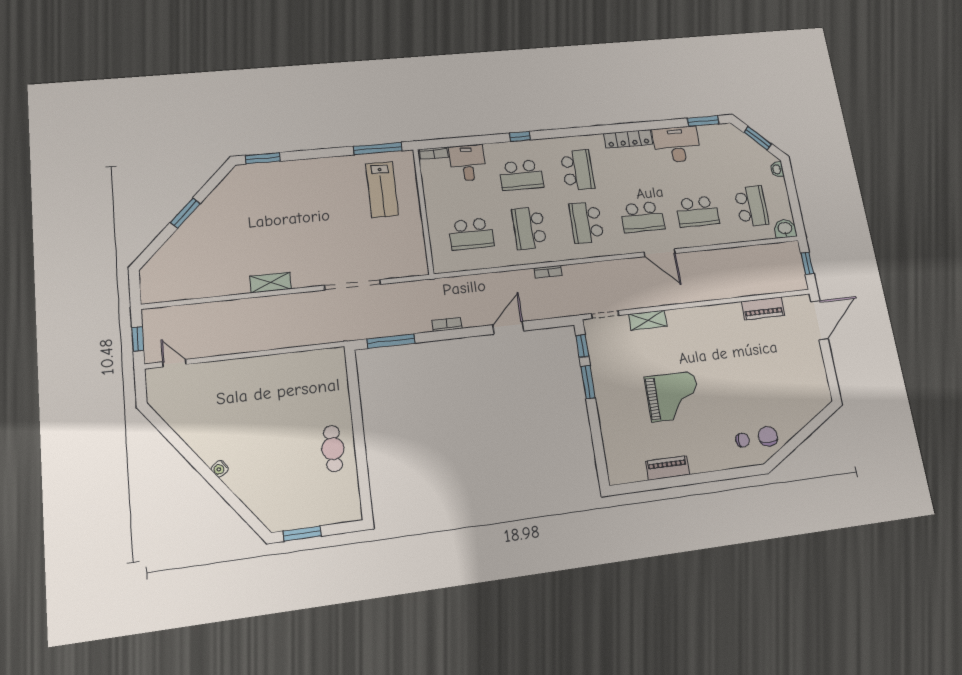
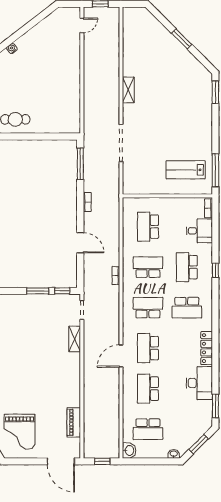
grand piano: (673, 396) -> (20, 432), moved

